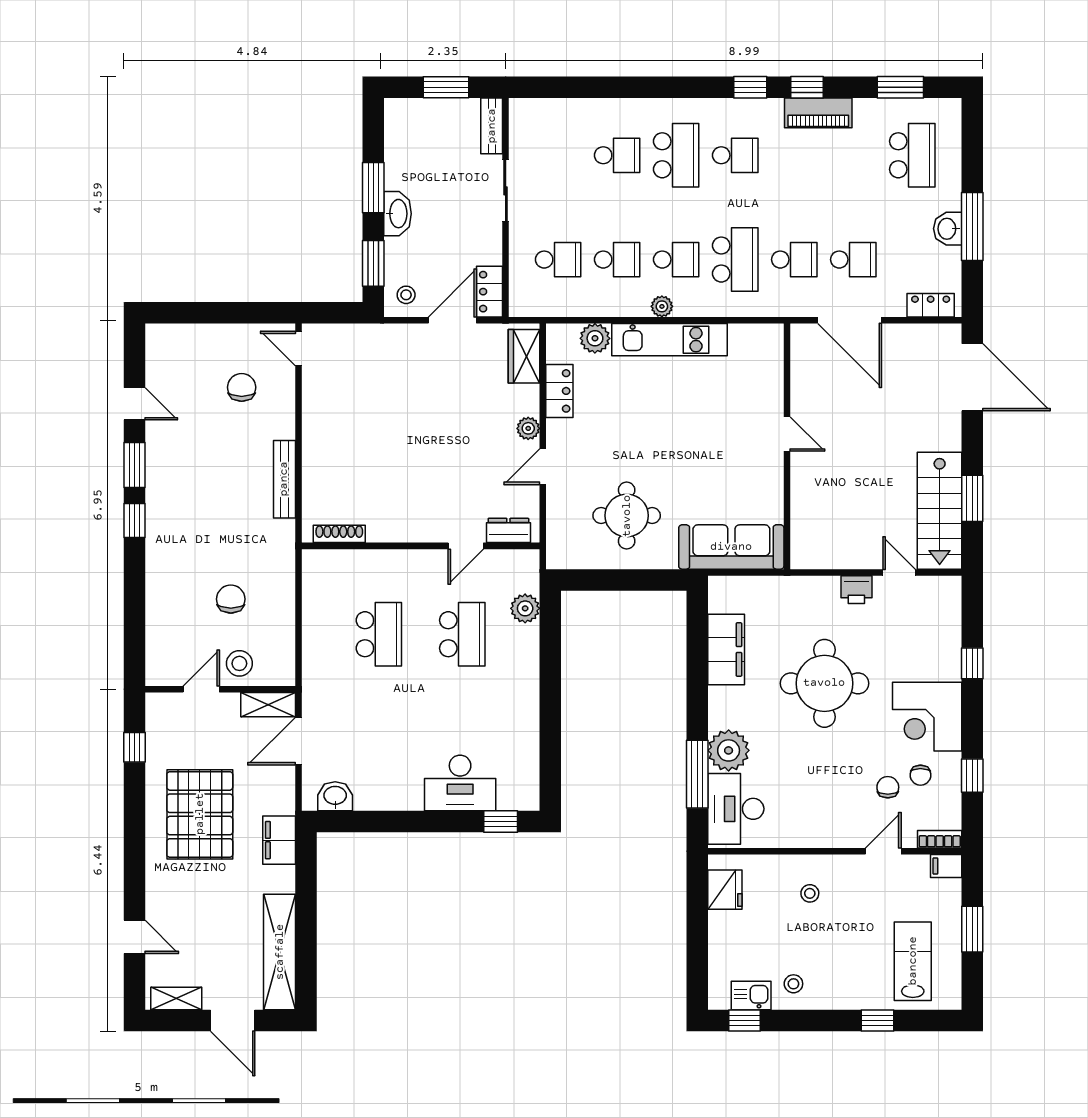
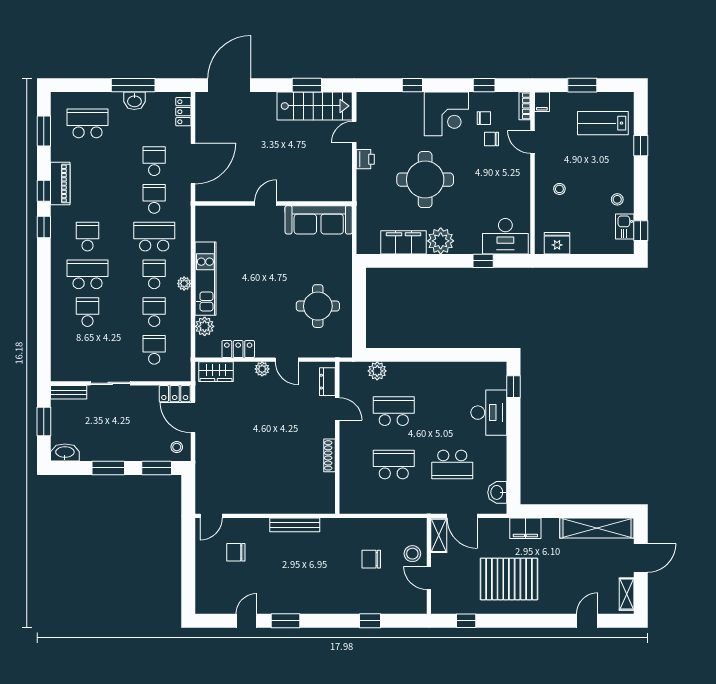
washbasin: (398, 214) -> (65, 452), moved
window: (134, 520) -> (370, 621), moved
shoe rack: (339, 534) -> (330, 455), moved
sofa: (731, 547) -> (319, 220), moved, turned -90
school desk: (379, 726) -> (452, 464), added
plant: (729, 750) -> (441, 241), moved
window: (697, 774) -> (483, 261), width x0.46

